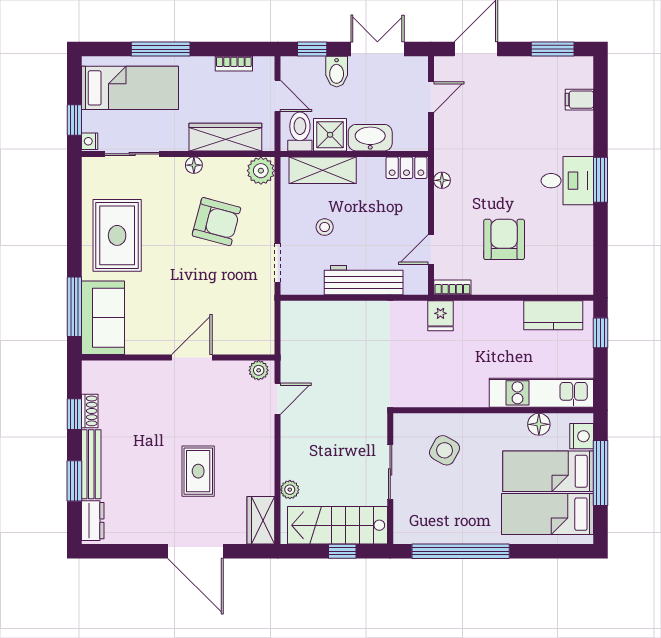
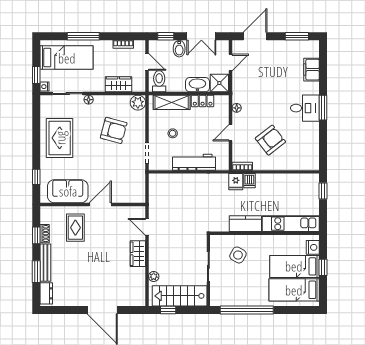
double door: (377, 49) -> (201, 36), swing flipped
filing cabinet: (579, 100) -> (311, 70), width x2.00
shower: (330, 135) -> (219, 83), moved
wardrobe: (225, 137) -> (119, 84), width x0.67
floor lamp: (194, 165) -> (89, 100), moved
locker: (407, 168) -> (203, 101), moved
armchair: (504, 239) -> (270, 140), turned 52
door: (431, 250) -> (231, 133), moved
window: (74, 307) -> (36, 177), width x0.46
dishwasher: (465, 314) -> (249, 181), added
kitchen counter: (553, 315) -> (245, 224), moved, turned 180
sofa: (103, 318) -> (68, 191), moved, turned -90
plant: (259, 370) -> (137, 211), removed
door: (278, 399) -> (147, 227), swing flipped
floor lamp: (539, 424) -> (289, 241), removed
rug: (198, 471) -> (75, 228), moved
window: (601, 473) -> (323, 267), width x0.46
wardrobe: (261, 520) -> (138, 254), moved
window: (342, 551) -> (168, 310), moved

